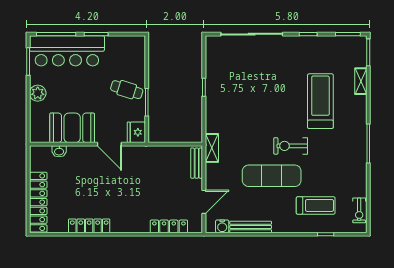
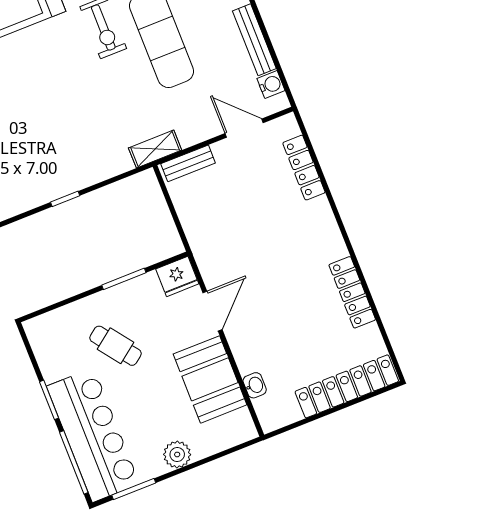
cafe table: (127, 90) -> (116, 346), moved, turned -54

